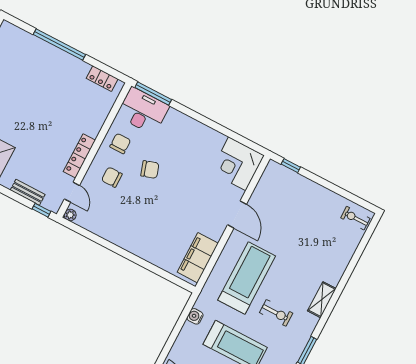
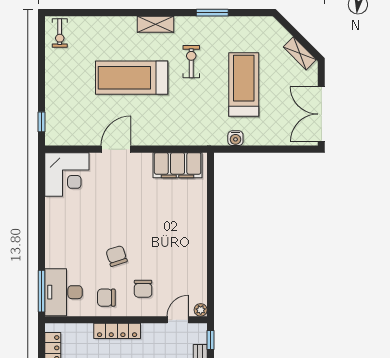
locker: (79, 156) -> (117, 331), moved
treadmill: (247, 278) -> (132, 78), moved

